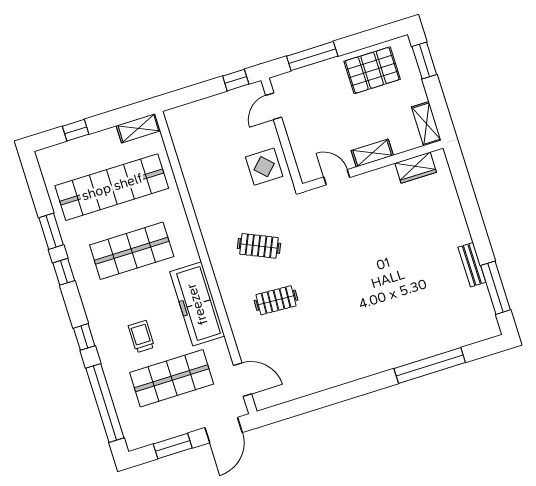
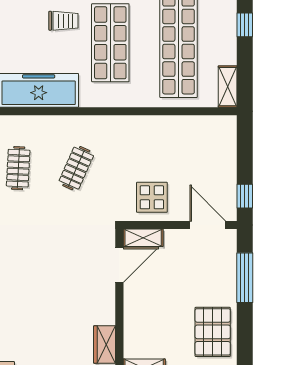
door: (274, 106) -> (208, 225), width x1.38
shelving: (372, 153) -> (143, 238), moved, turned 90
door: (337, 177) -> (119, 265), width x1.38
trolley: (141, 336) -> (63, 21), moved

